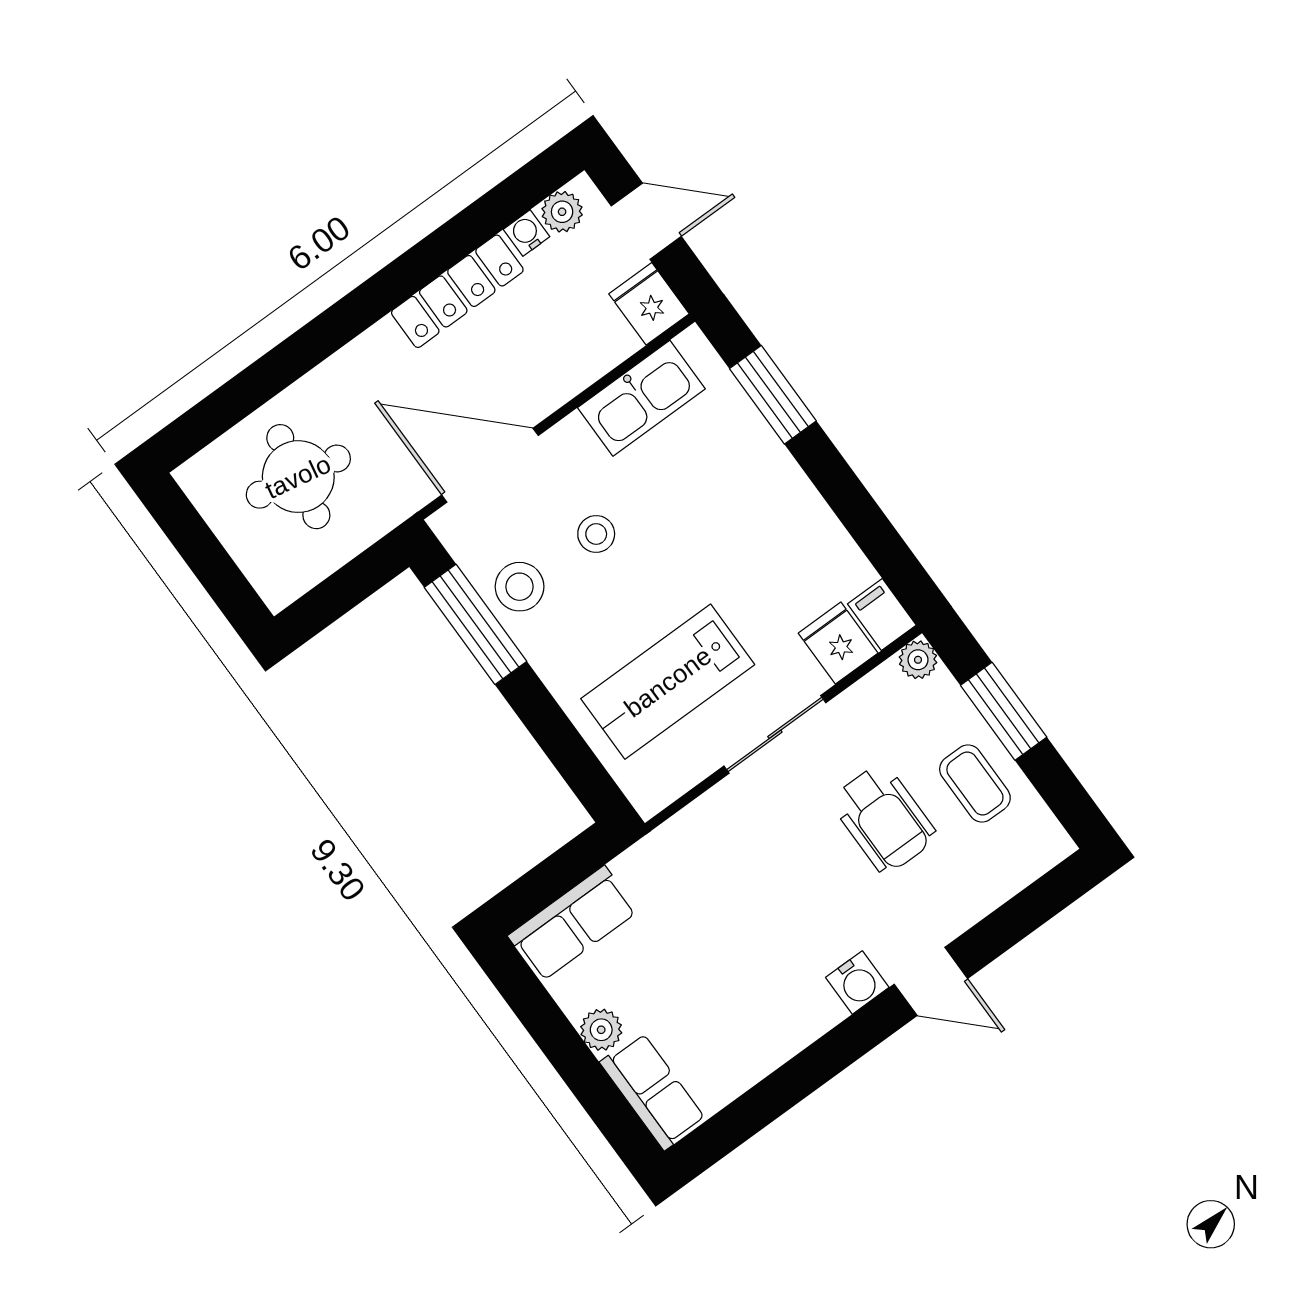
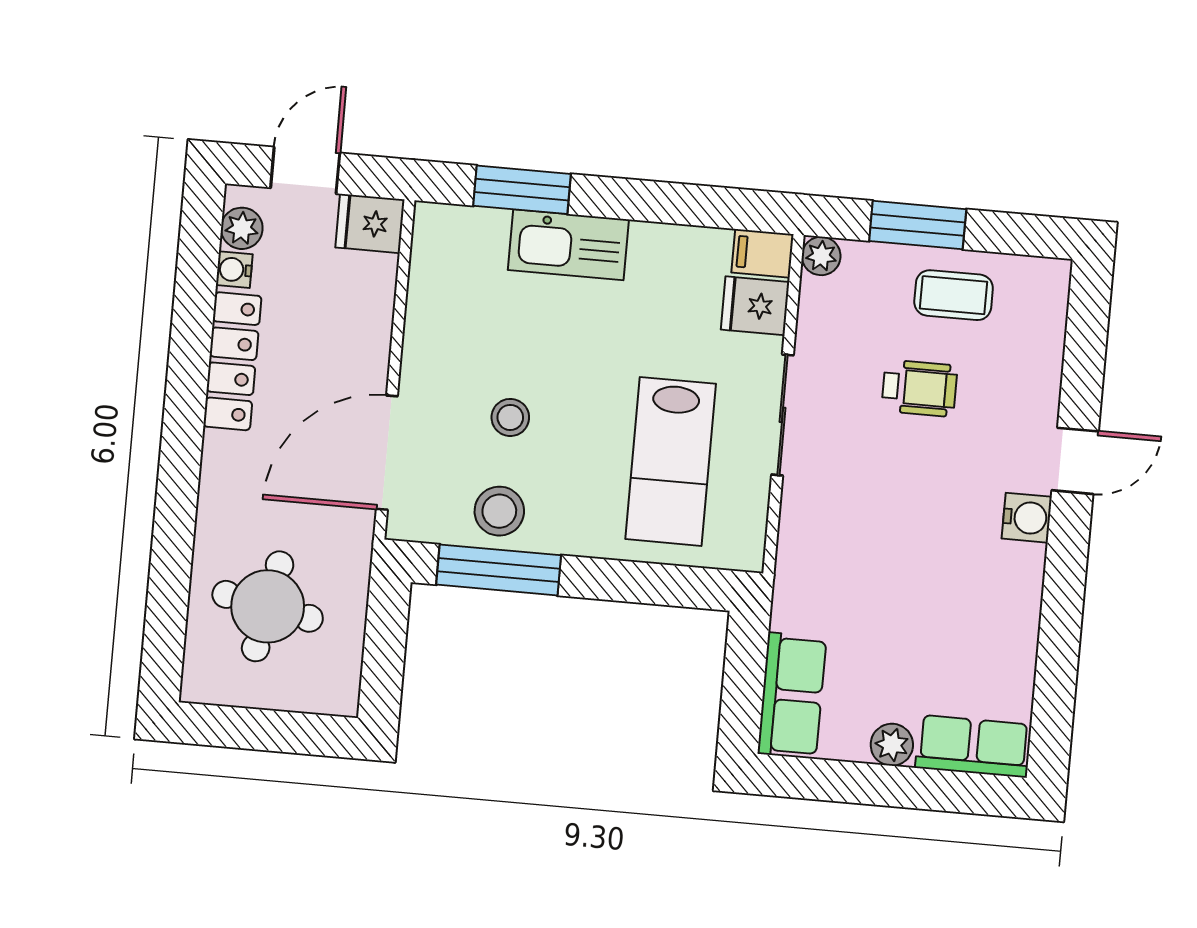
kitchen sink: (641, 398) -> (568, 245), moved, turned 90
wheelchair: (884, 819) -> (919, 388), width x0.73, depth x0.73

